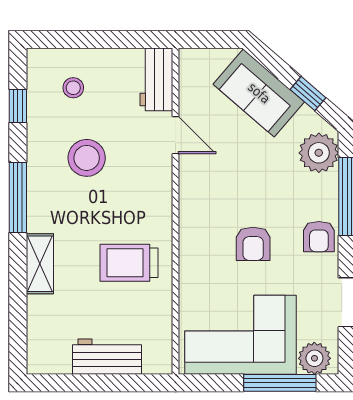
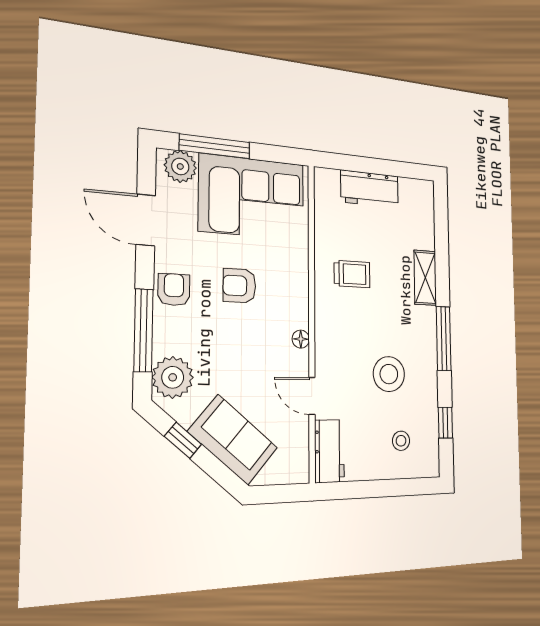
floor lamp: (188, 193) -> (301, 339), added
armchair: (253, 244) -> (239, 286), turned -90
trolley: (129, 263) -> (352, 274), width x0.73, depth x0.72

